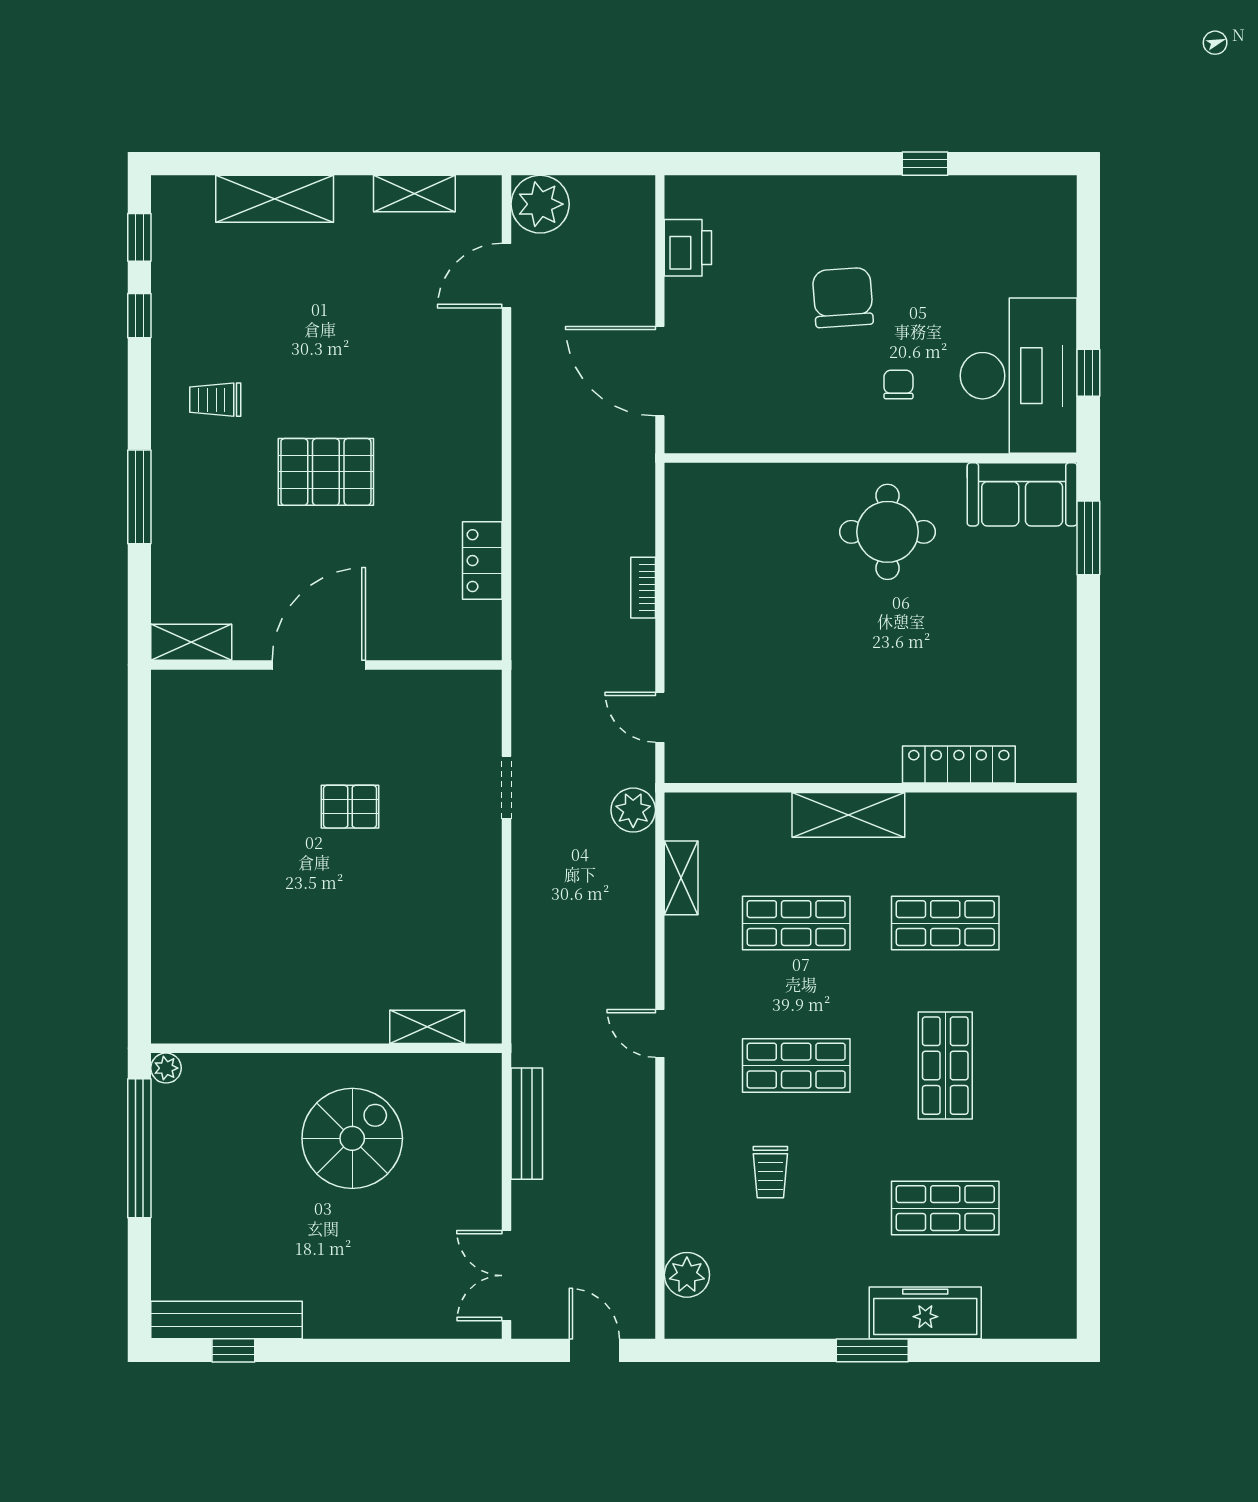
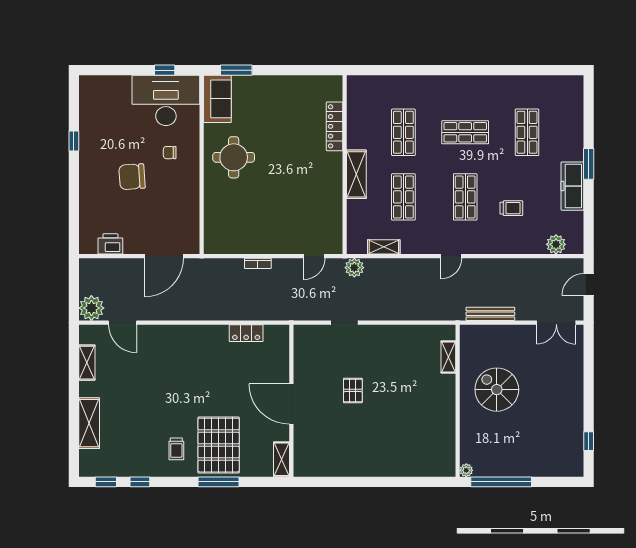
pallet: (326, 472) -> (219, 445), moved, width x1.37, depth x1.41
freezer: (925, 1313) -> (572, 186), moved
bench: (227, 1320) -> (576, 444), removed

